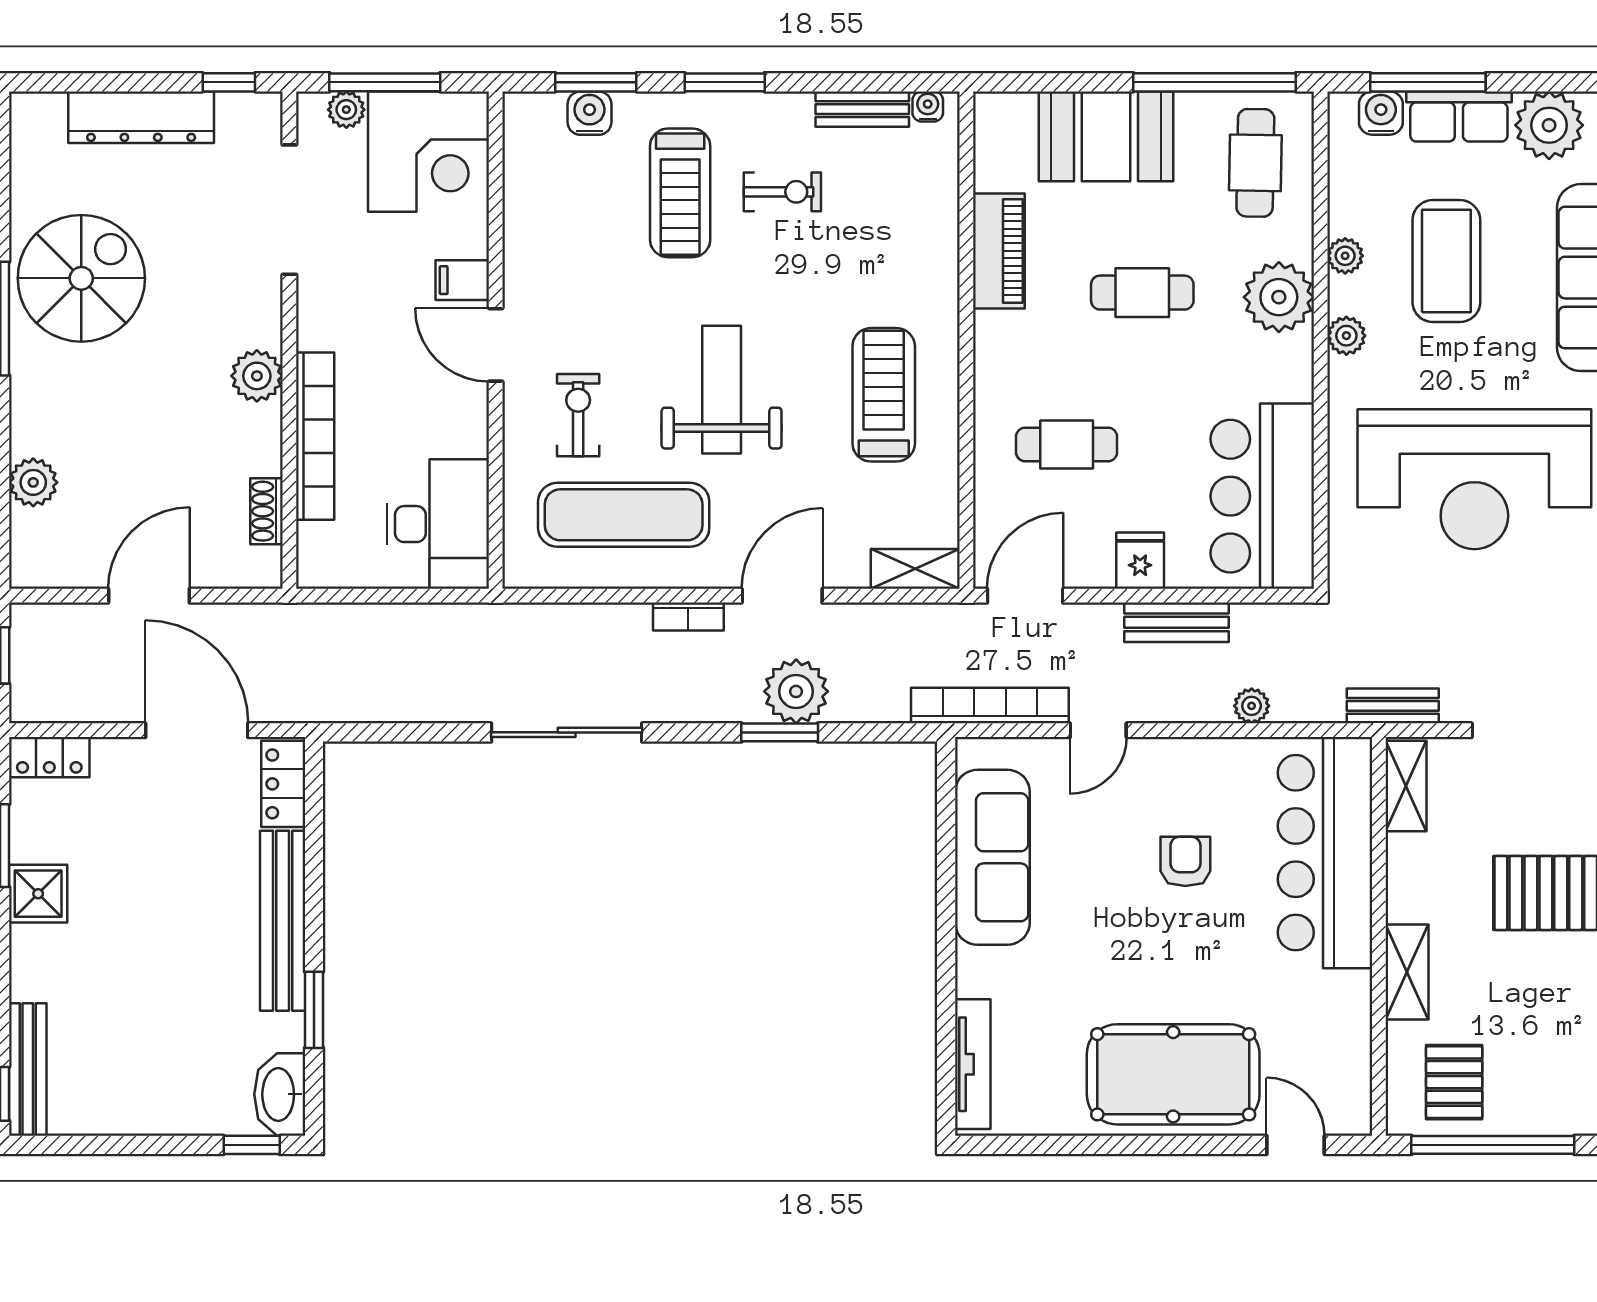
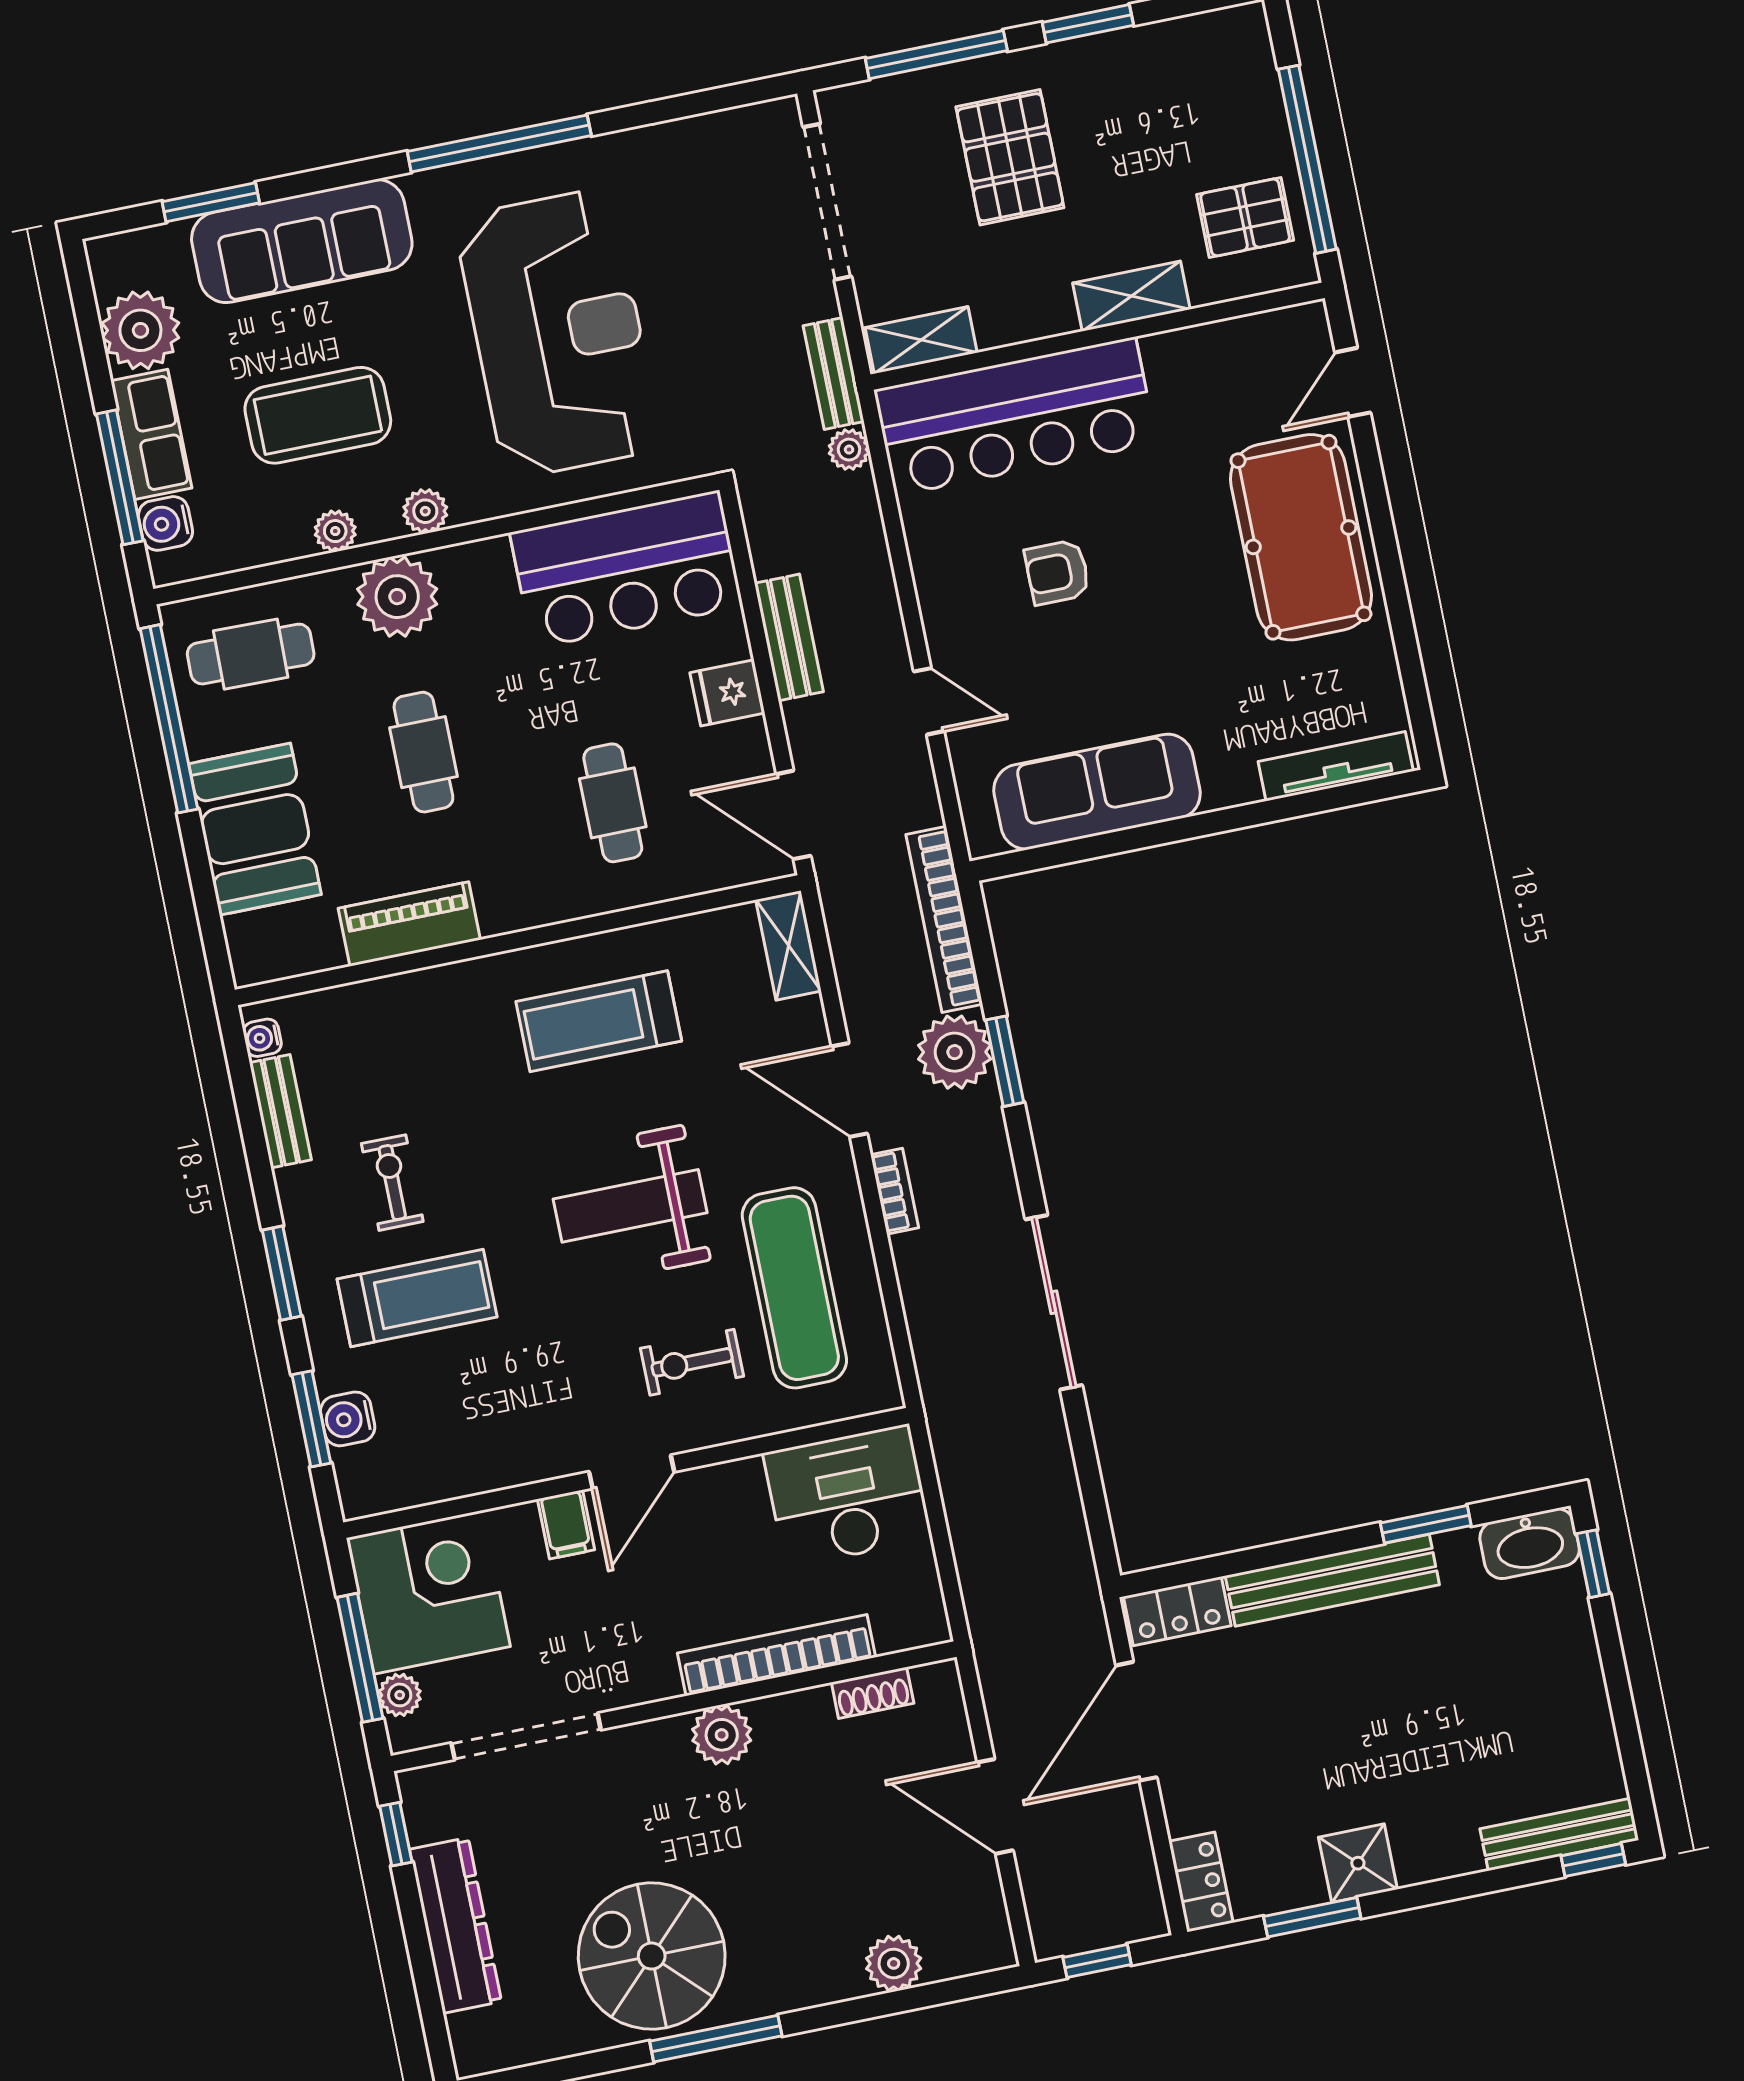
bookcase: (990, 706) -> (944, 919), moved
plant: (1252, 706) -> (849, 450), moved

